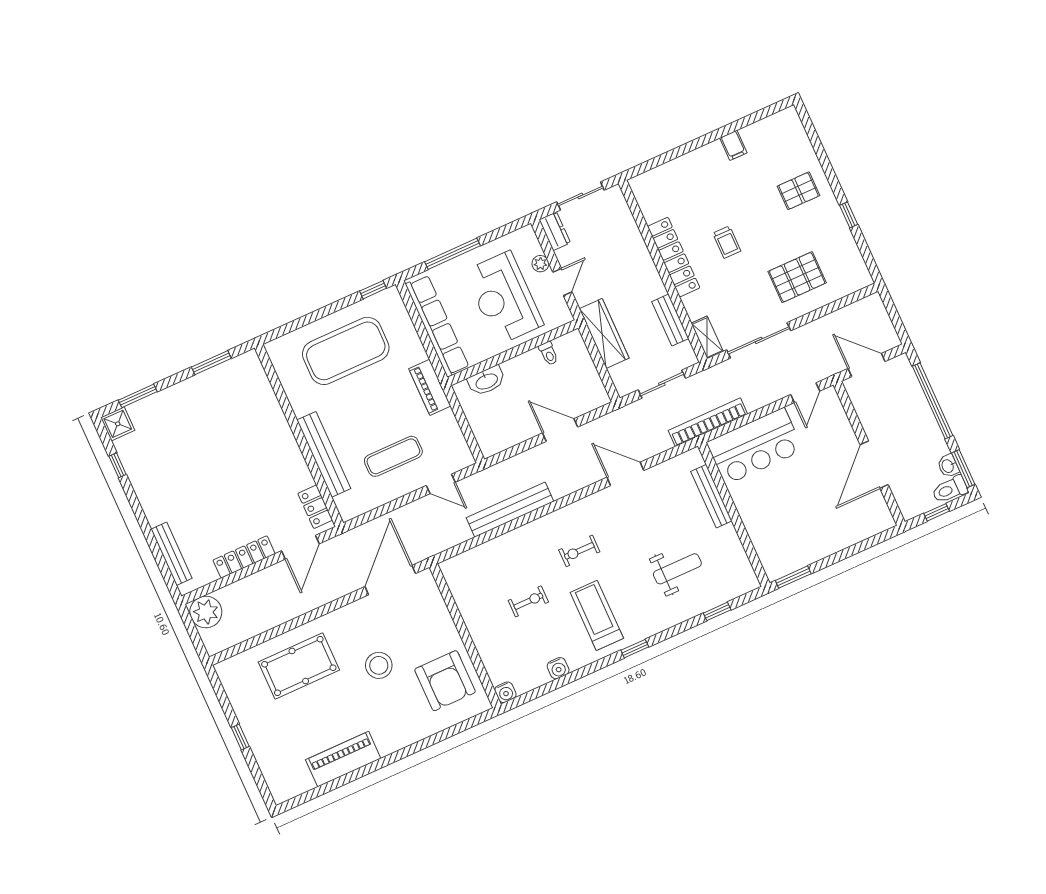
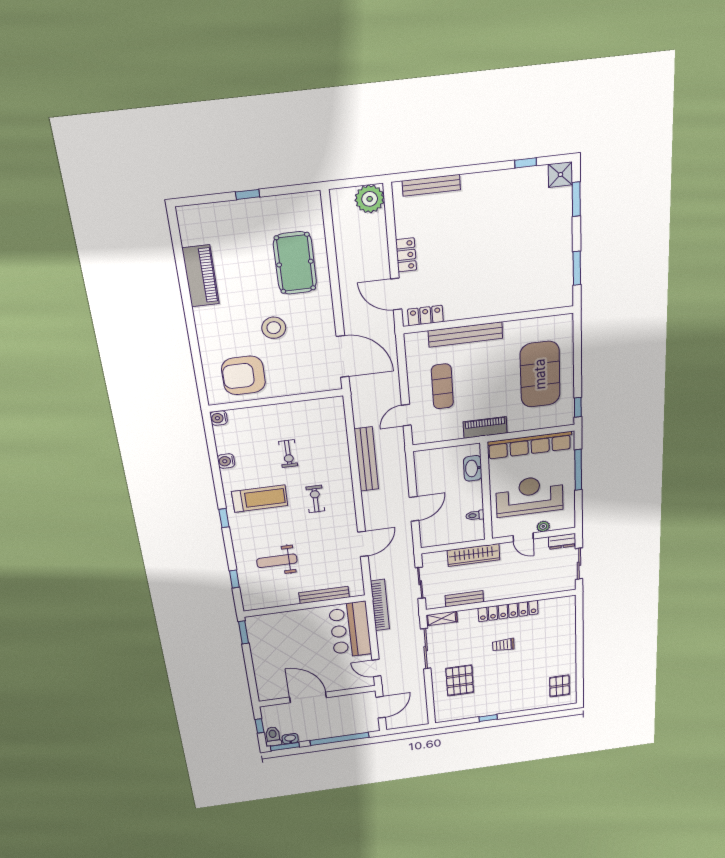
filing cabinet: (733, 145) -> (567, 663), removed
pallet: (799, 191) -> (560, 686), moved
locker: (244, 557) -> (406, 255), width x0.66
weight bench: (677, 569) -> (277, 561), turned 90

